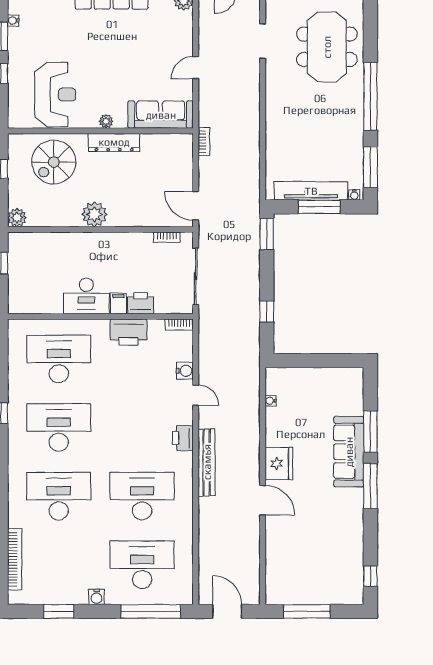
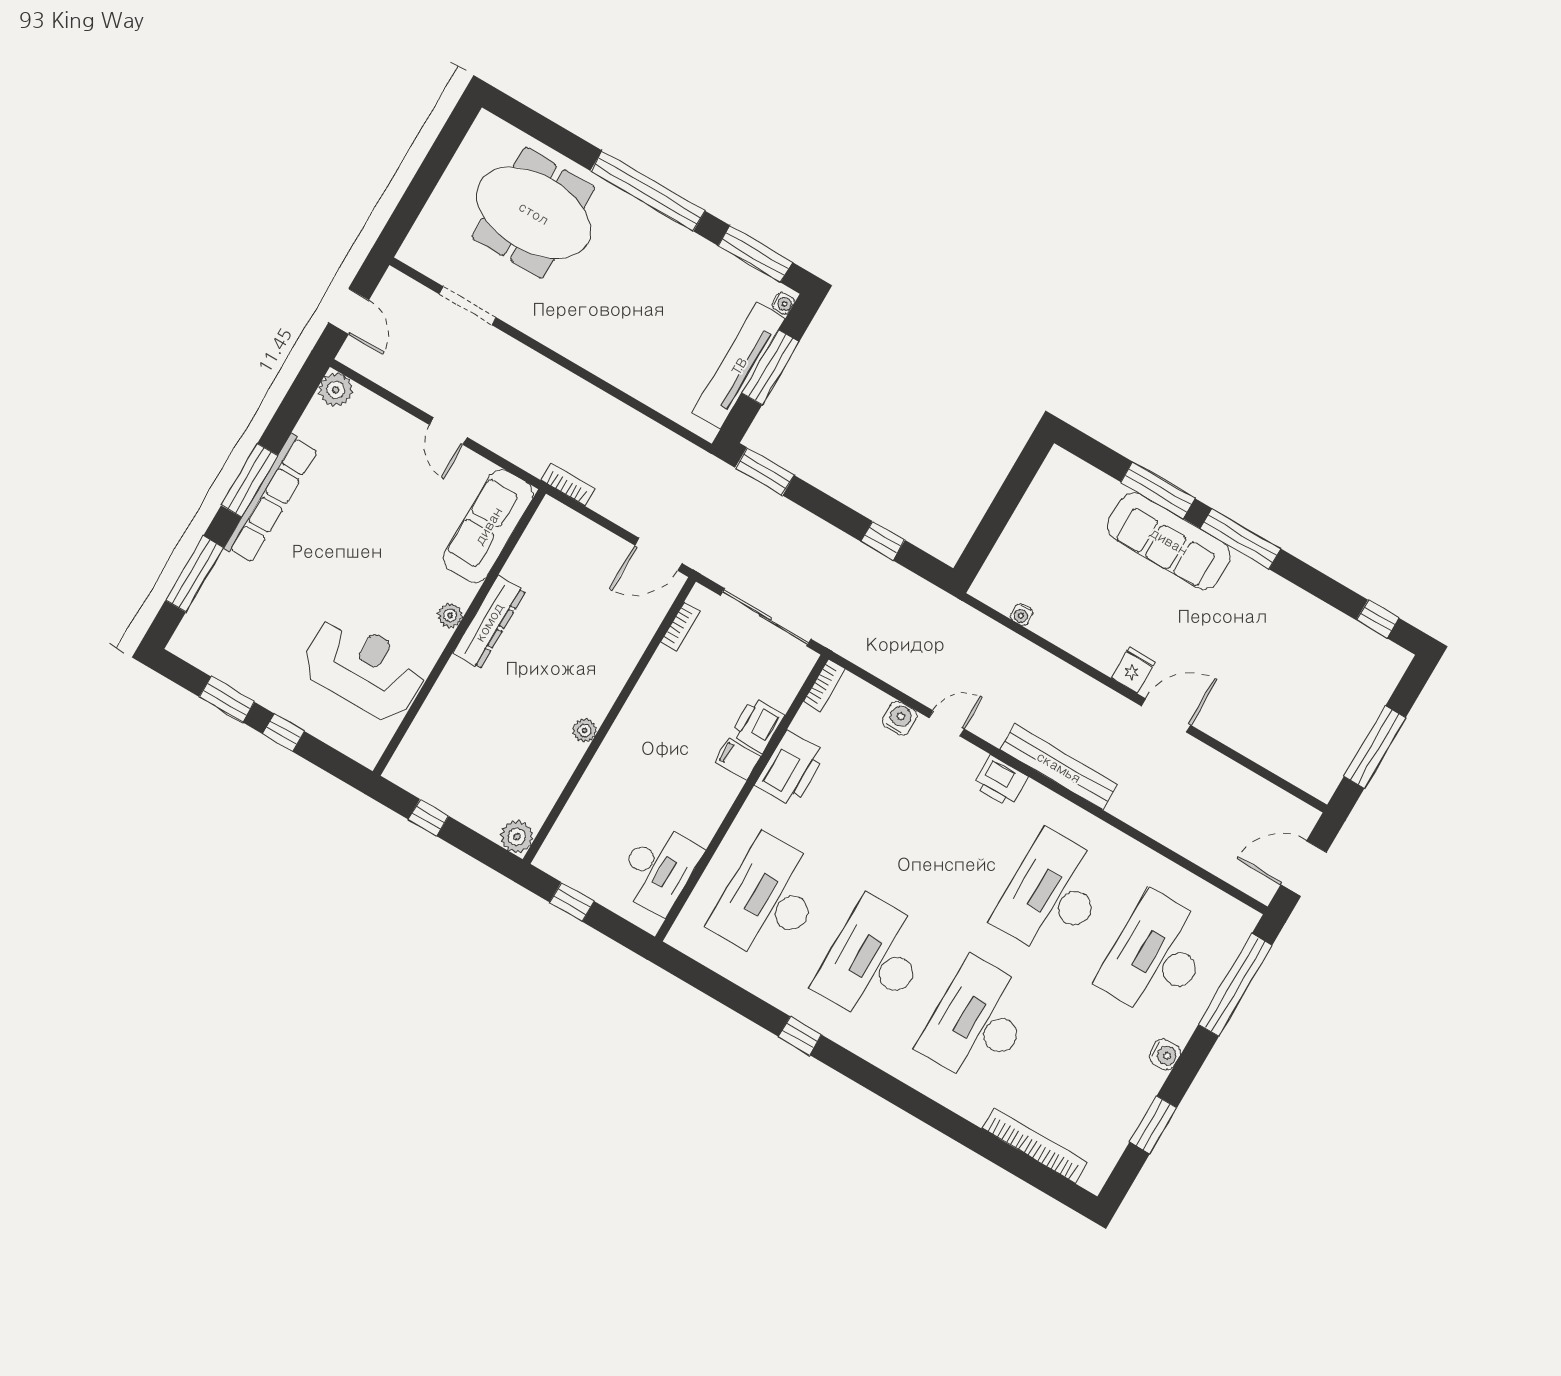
water cooler: (13, 21) -> (214, 667), removed
spiral stairs: (54, 162) -> (465, 731), removed
plant: (94, 214) -> (585, 730), width x0.53, depth x0.53
desk: (86, 296) -> (658, 869), moved
fridge: (279, 464) -> (1133, 670), width x0.53, depth x0.75

